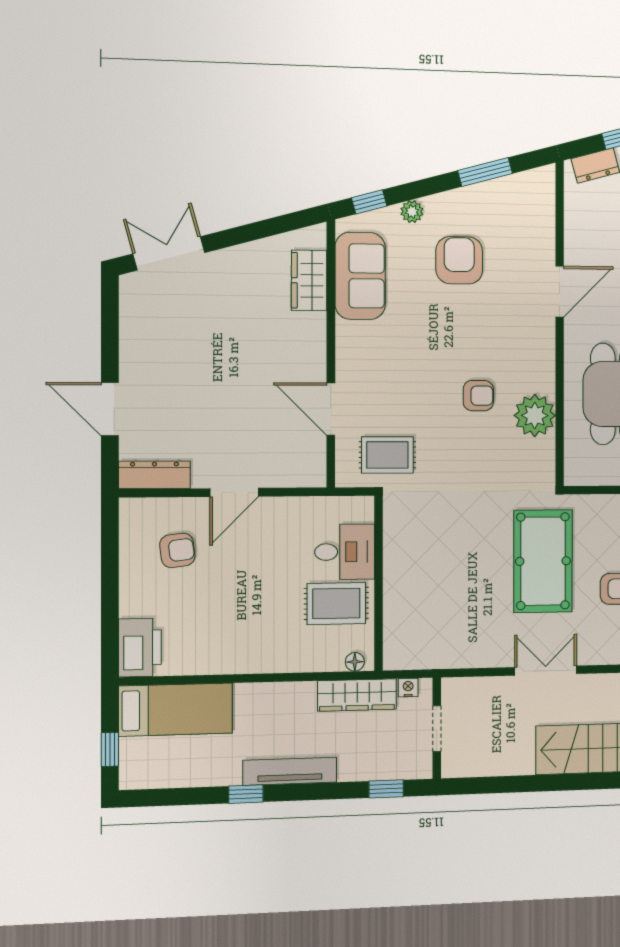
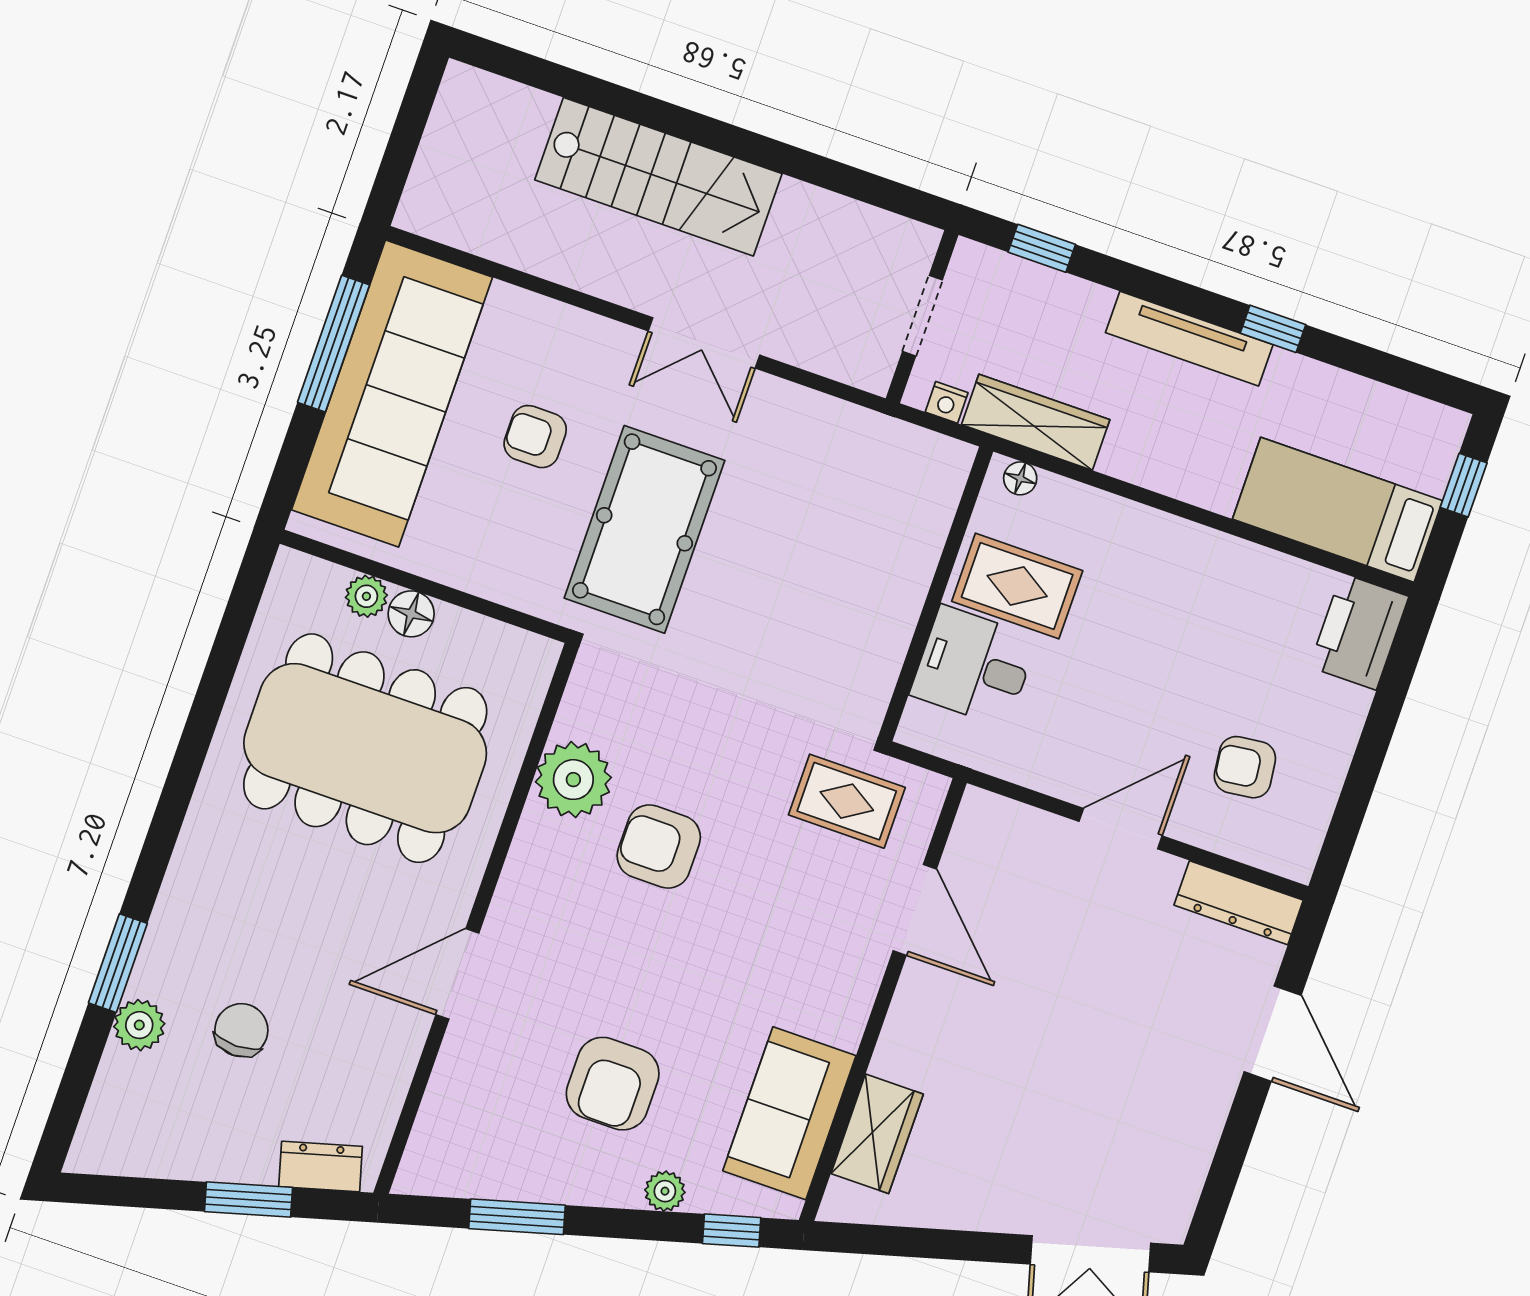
armchair: (478, 396) -> (659, 846), width x1.38, depth x1.38

